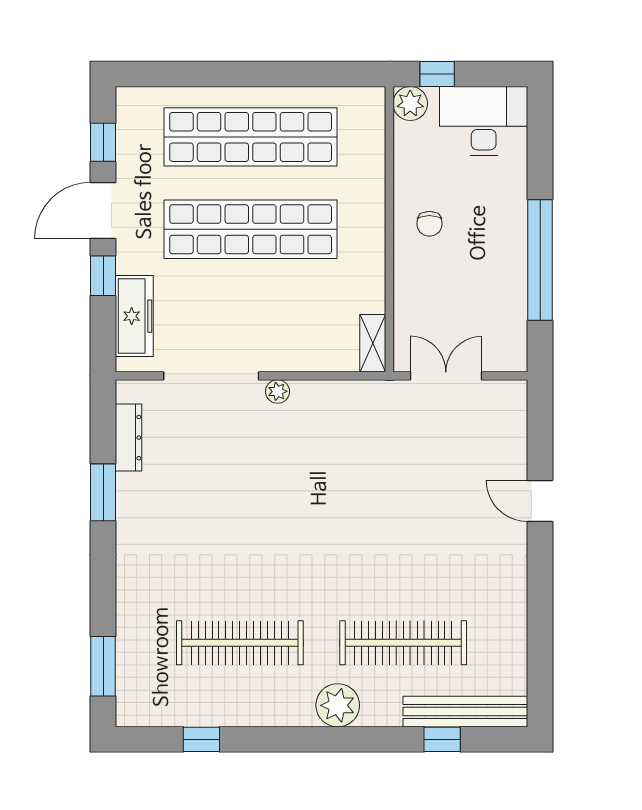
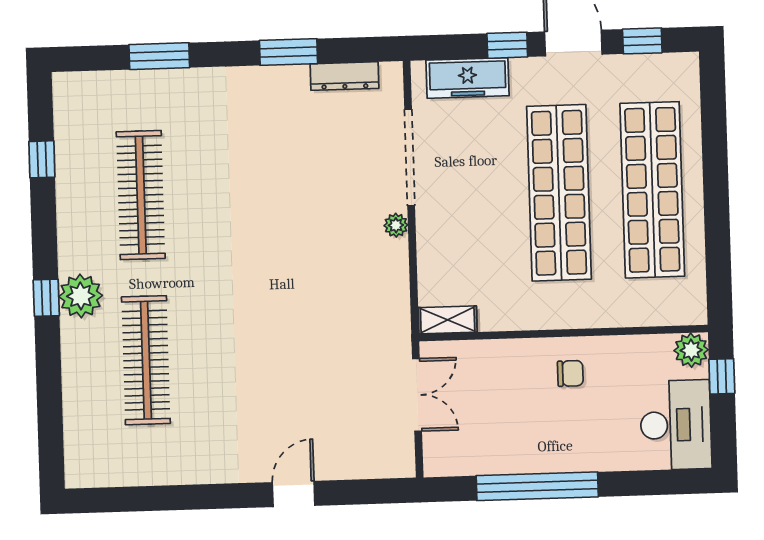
chair: (429, 224) -> (570, 373), turned 180
window: (103, 666) -> (159, 56), moved
bench: (465, 712) -> (78, 425), removed
window: (442, 739) -> (46, 298), moved

